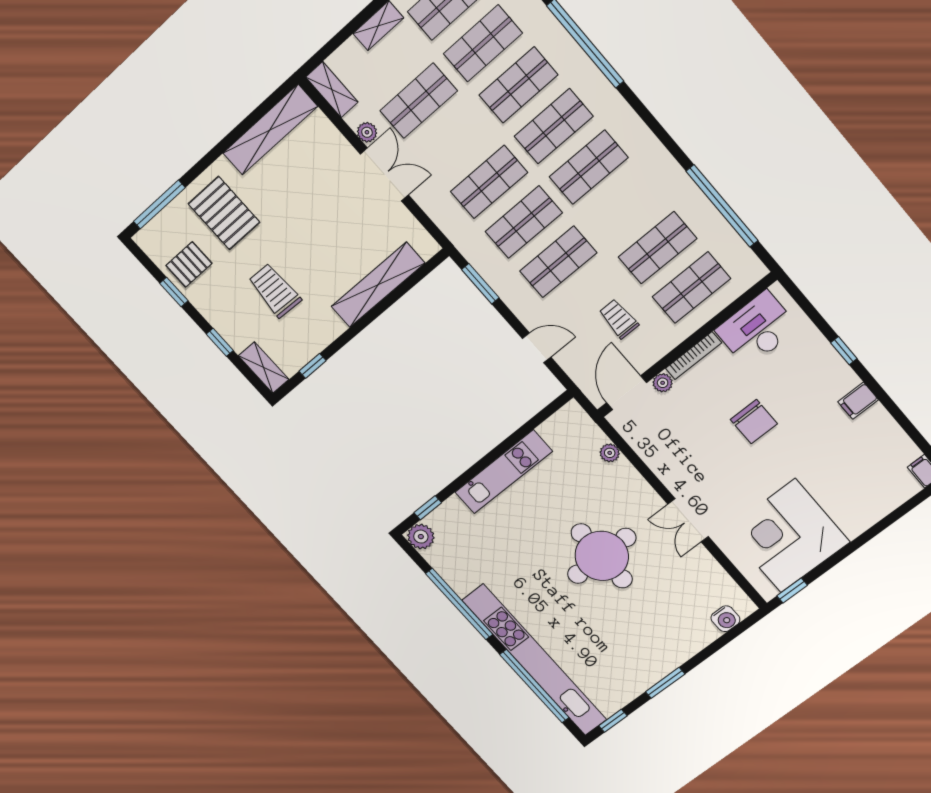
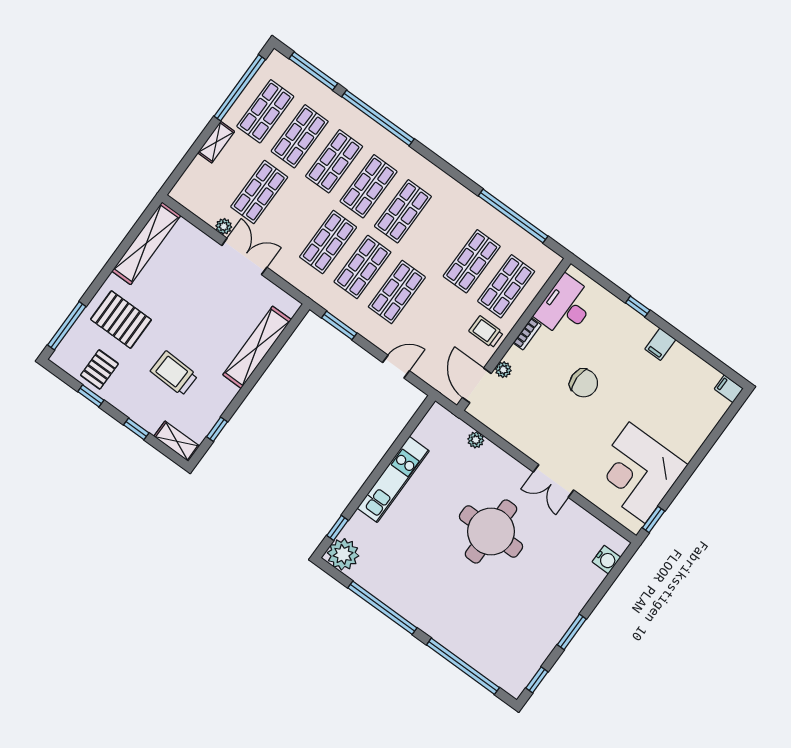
shelving: (332, 90) -> (190, 200), removed
trolley: (619, 319) -> (486, 332), moved
bookcase: (693, 356) -> (527, 334), width x0.64
plant: (421, 537) -> (343, 554), width x1.36, depth x1.36
kitchen unit: (535, 660) -> (458, 642), removed

